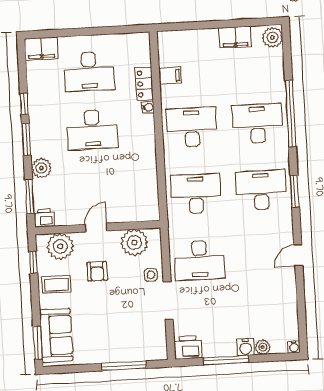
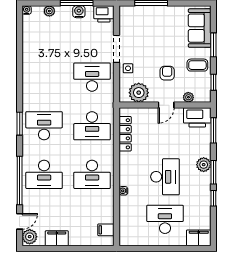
filing cabinet: (170, 76) -> (106, 230), moved
locker: (144, 84) -> (125, 134), moved, width x1.53
desk: (92, 130) -> (165, 177), turned 90
plant: (41, 168) -> (204, 165), moved
desk: (261, 190) -> (44, 126), turned 180
printer: (44, 218) -> (197, 117), width x1.87, depth x1.48
plant: (60, 246) -> (188, 97), width x0.53, depth x0.53
door: (298, 255) -> (20, 221), moved
window: (38, 343) -> (213, 45), moved
water cooler: (246, 347) -> (79, 12), moved

